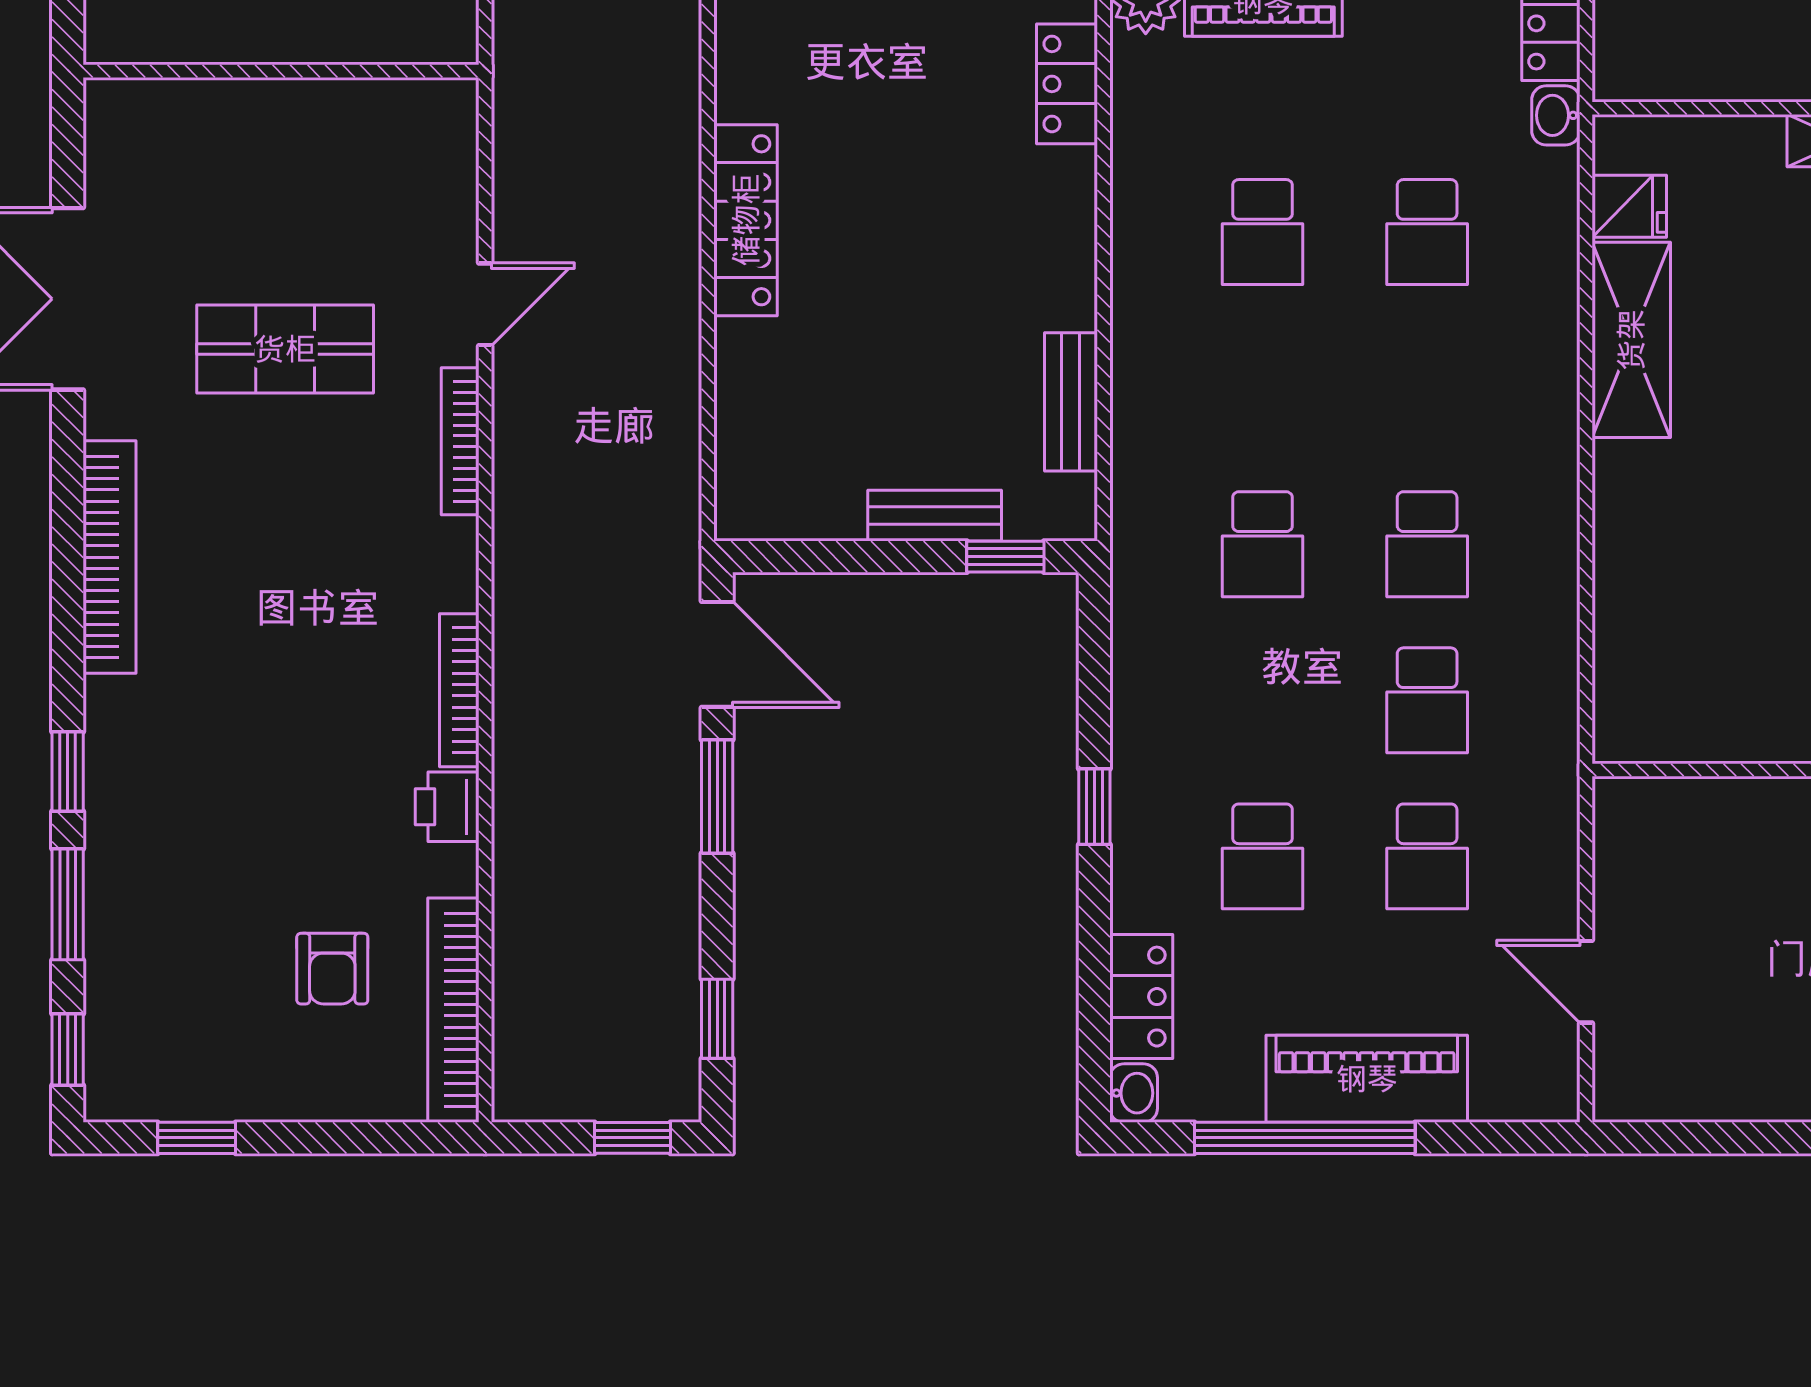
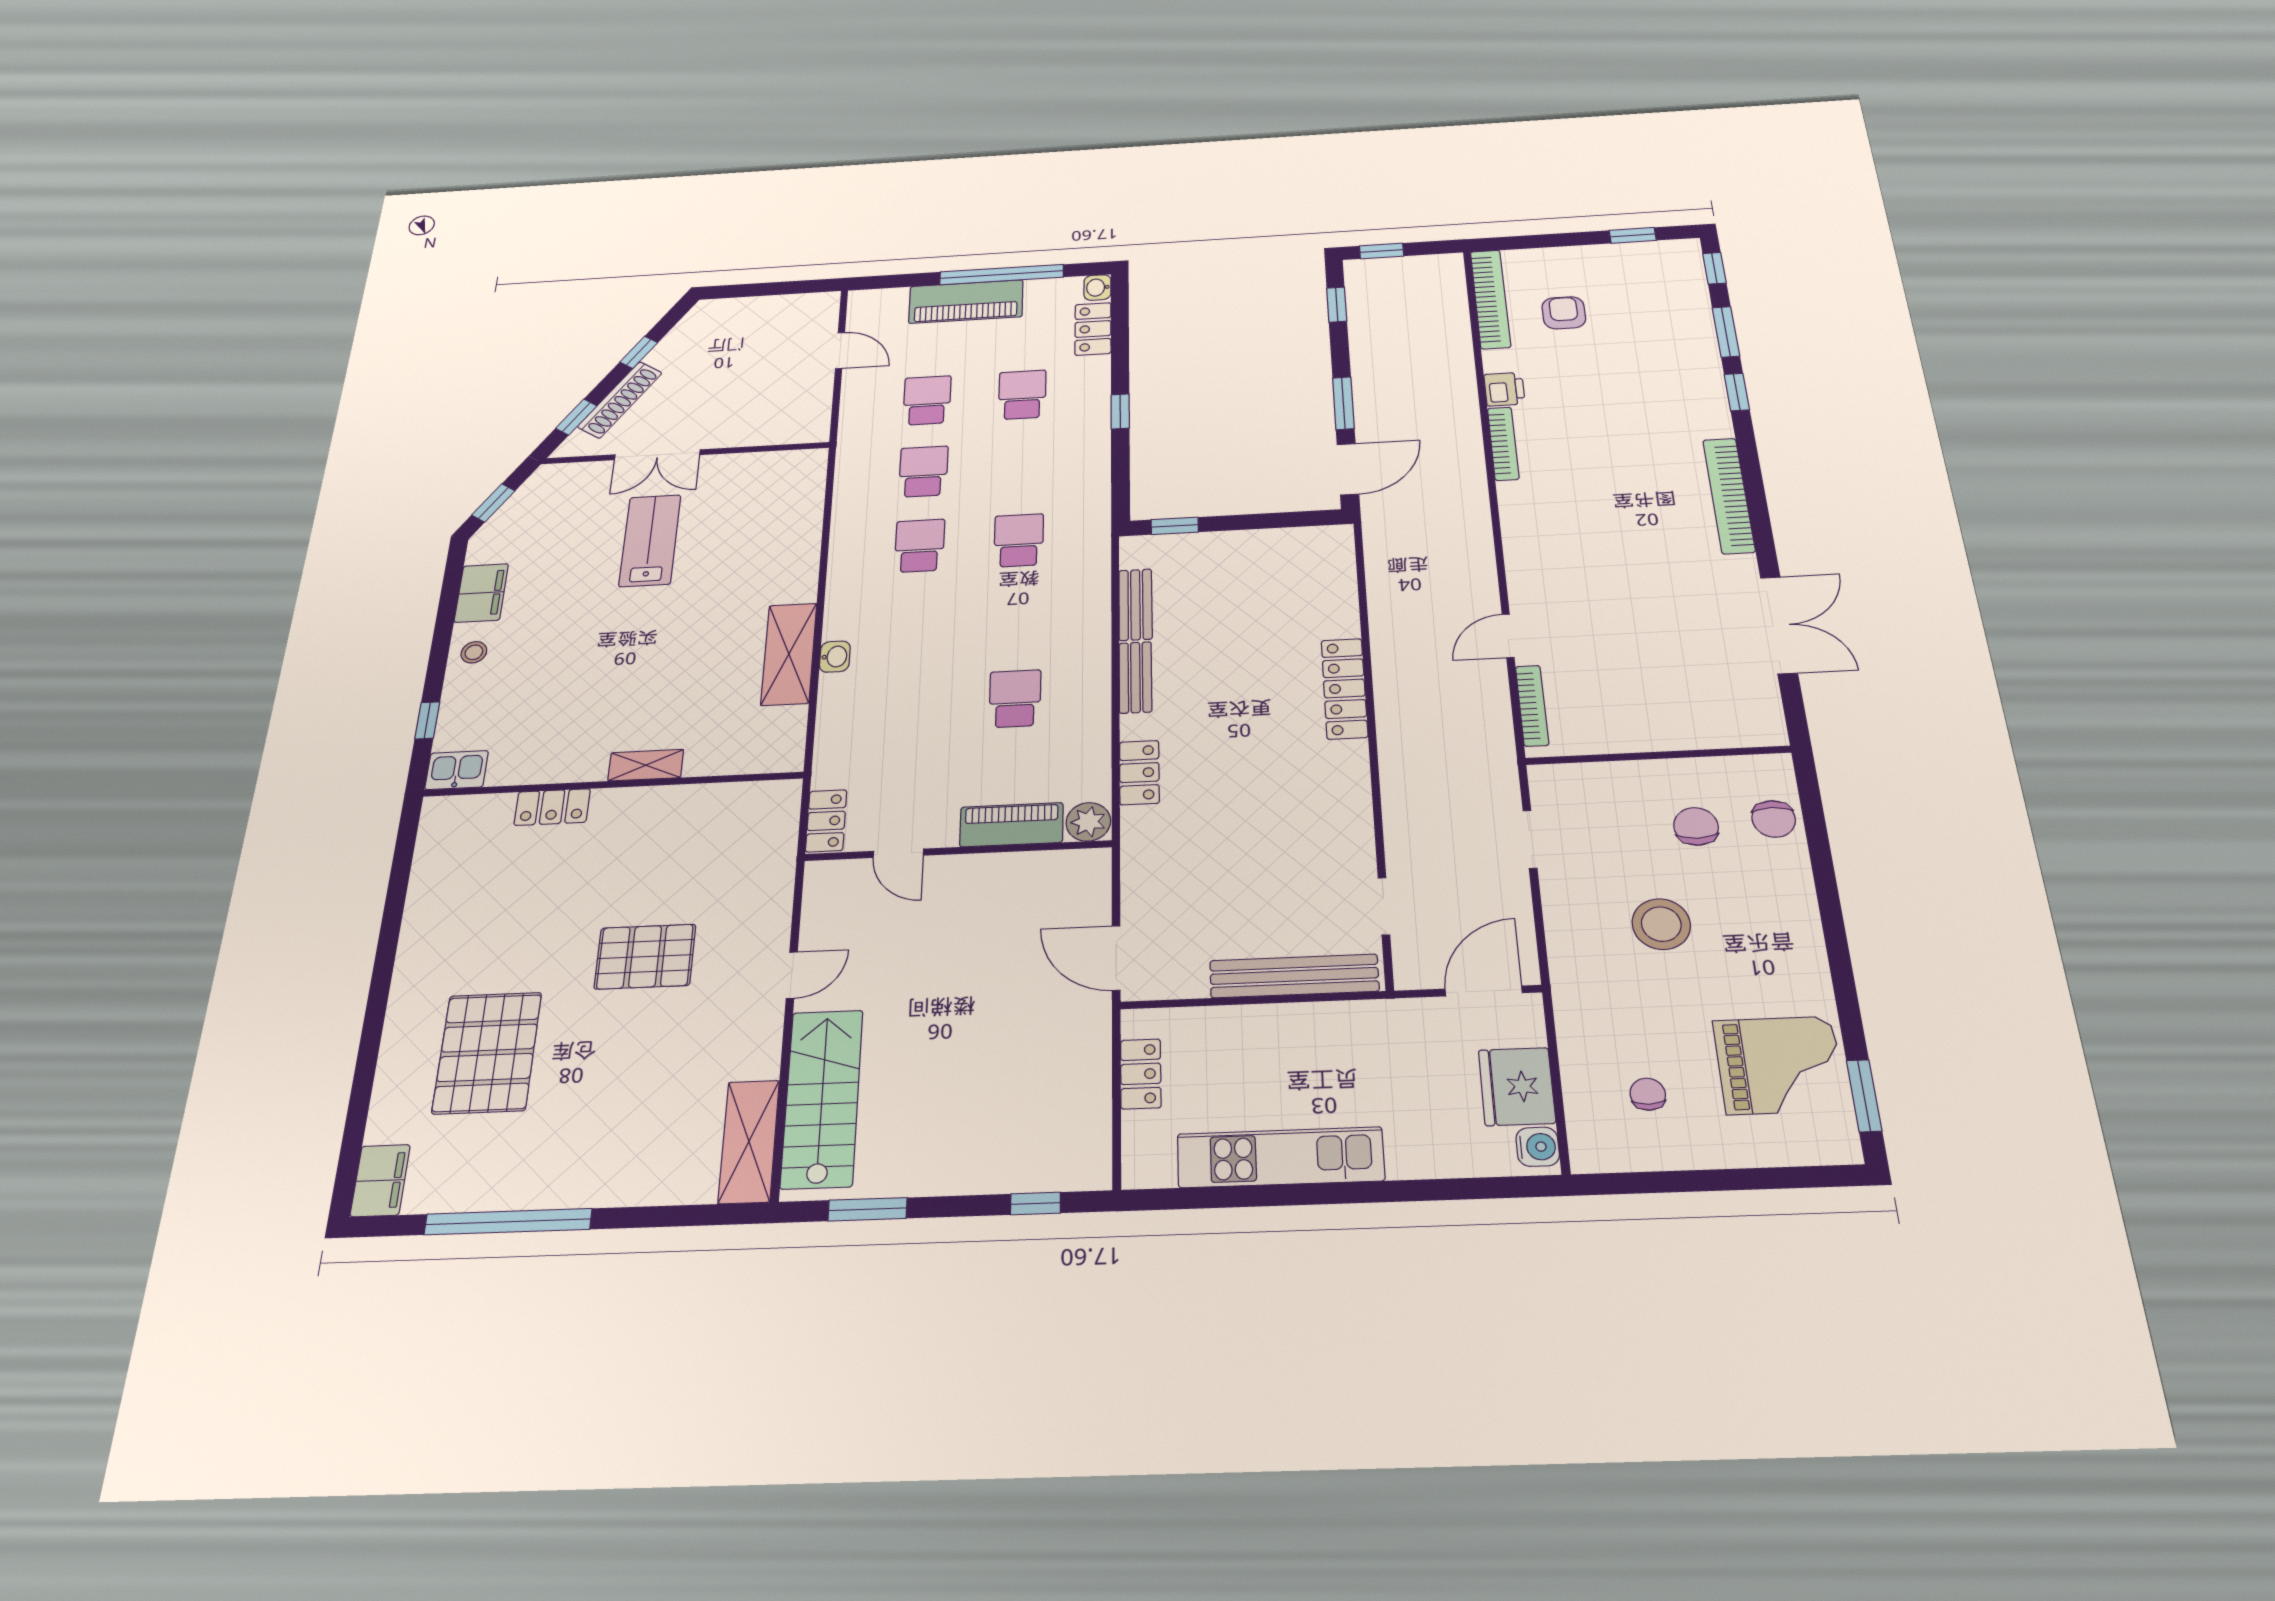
washbasin: (1556, 115) -> (835, 657), moved
fridge: (1629, 206) -> (784, 724), removed
school desk: (1427, 232) -> (912, 704), removed
shop shelf: (285, 349) -> (1634, 606), removed
bookcase: (460, 441) -> (1532, 706), moved
bench: (935, 516) -> (1135, 677), moved, turned 90
door: (717, 654) -> (1348, 469), swing flipped

